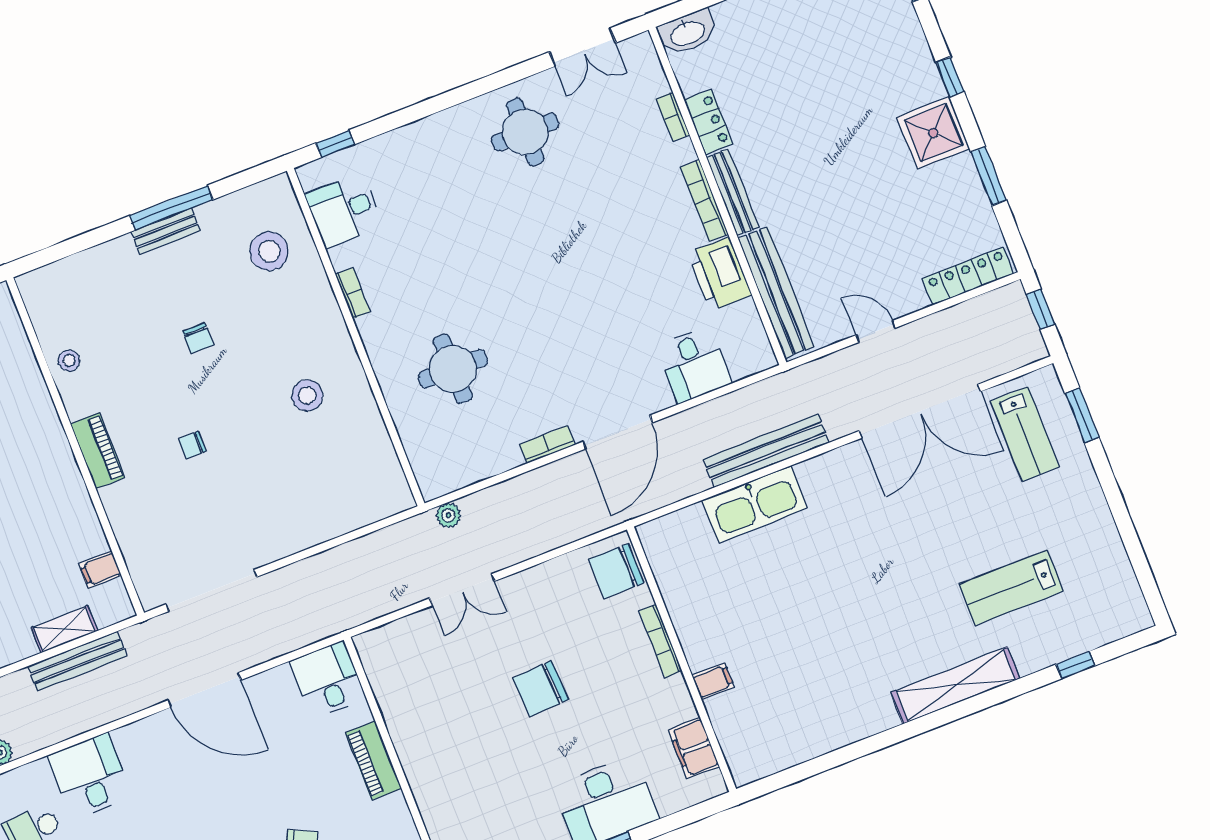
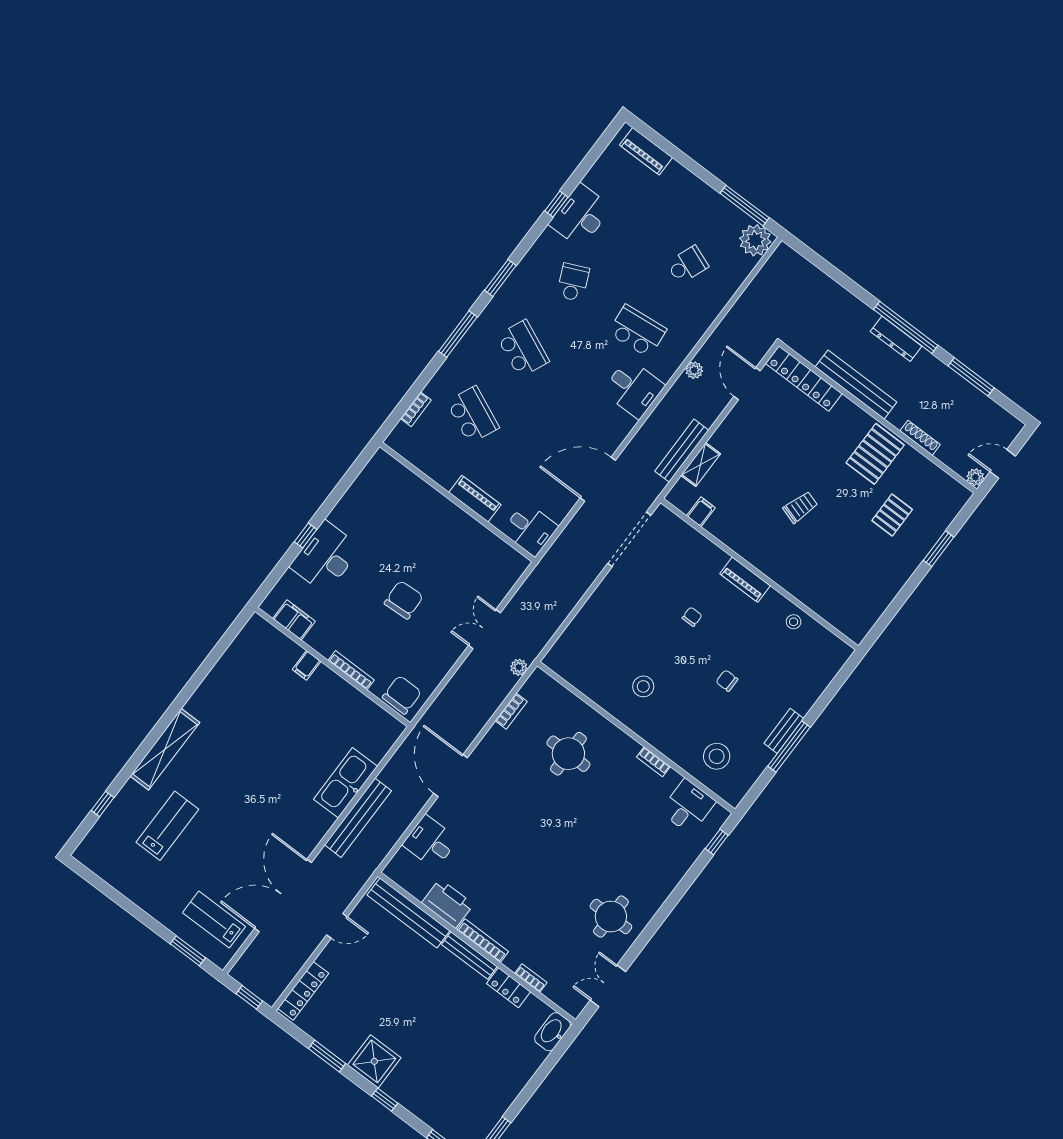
bookcase: (547, 445) -> (511, 711), moved

